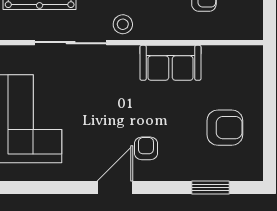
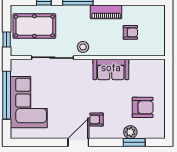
armchair: (146, 148) -> (96, 120), turned -90
plant: (204, 170) -> (130, 132), added

